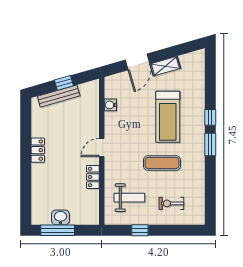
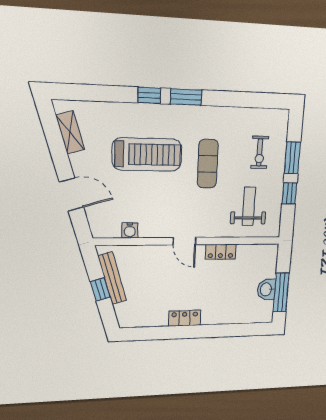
shelving: (165, 66) -> (70, 132), moved
bench: (59, 96) -> (112, 278), moved
window: (168, 230) -> (292, 158), added

